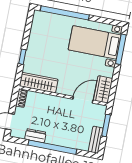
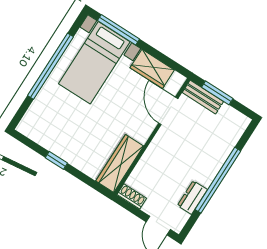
window: (65, 13) -> (50, 66), moved
window: (22, 57) -> (56, 160), moved
wardrobe: (103, 89) -> (152, 69), moved
bench: (96, 140) -> (203, 97), moved

